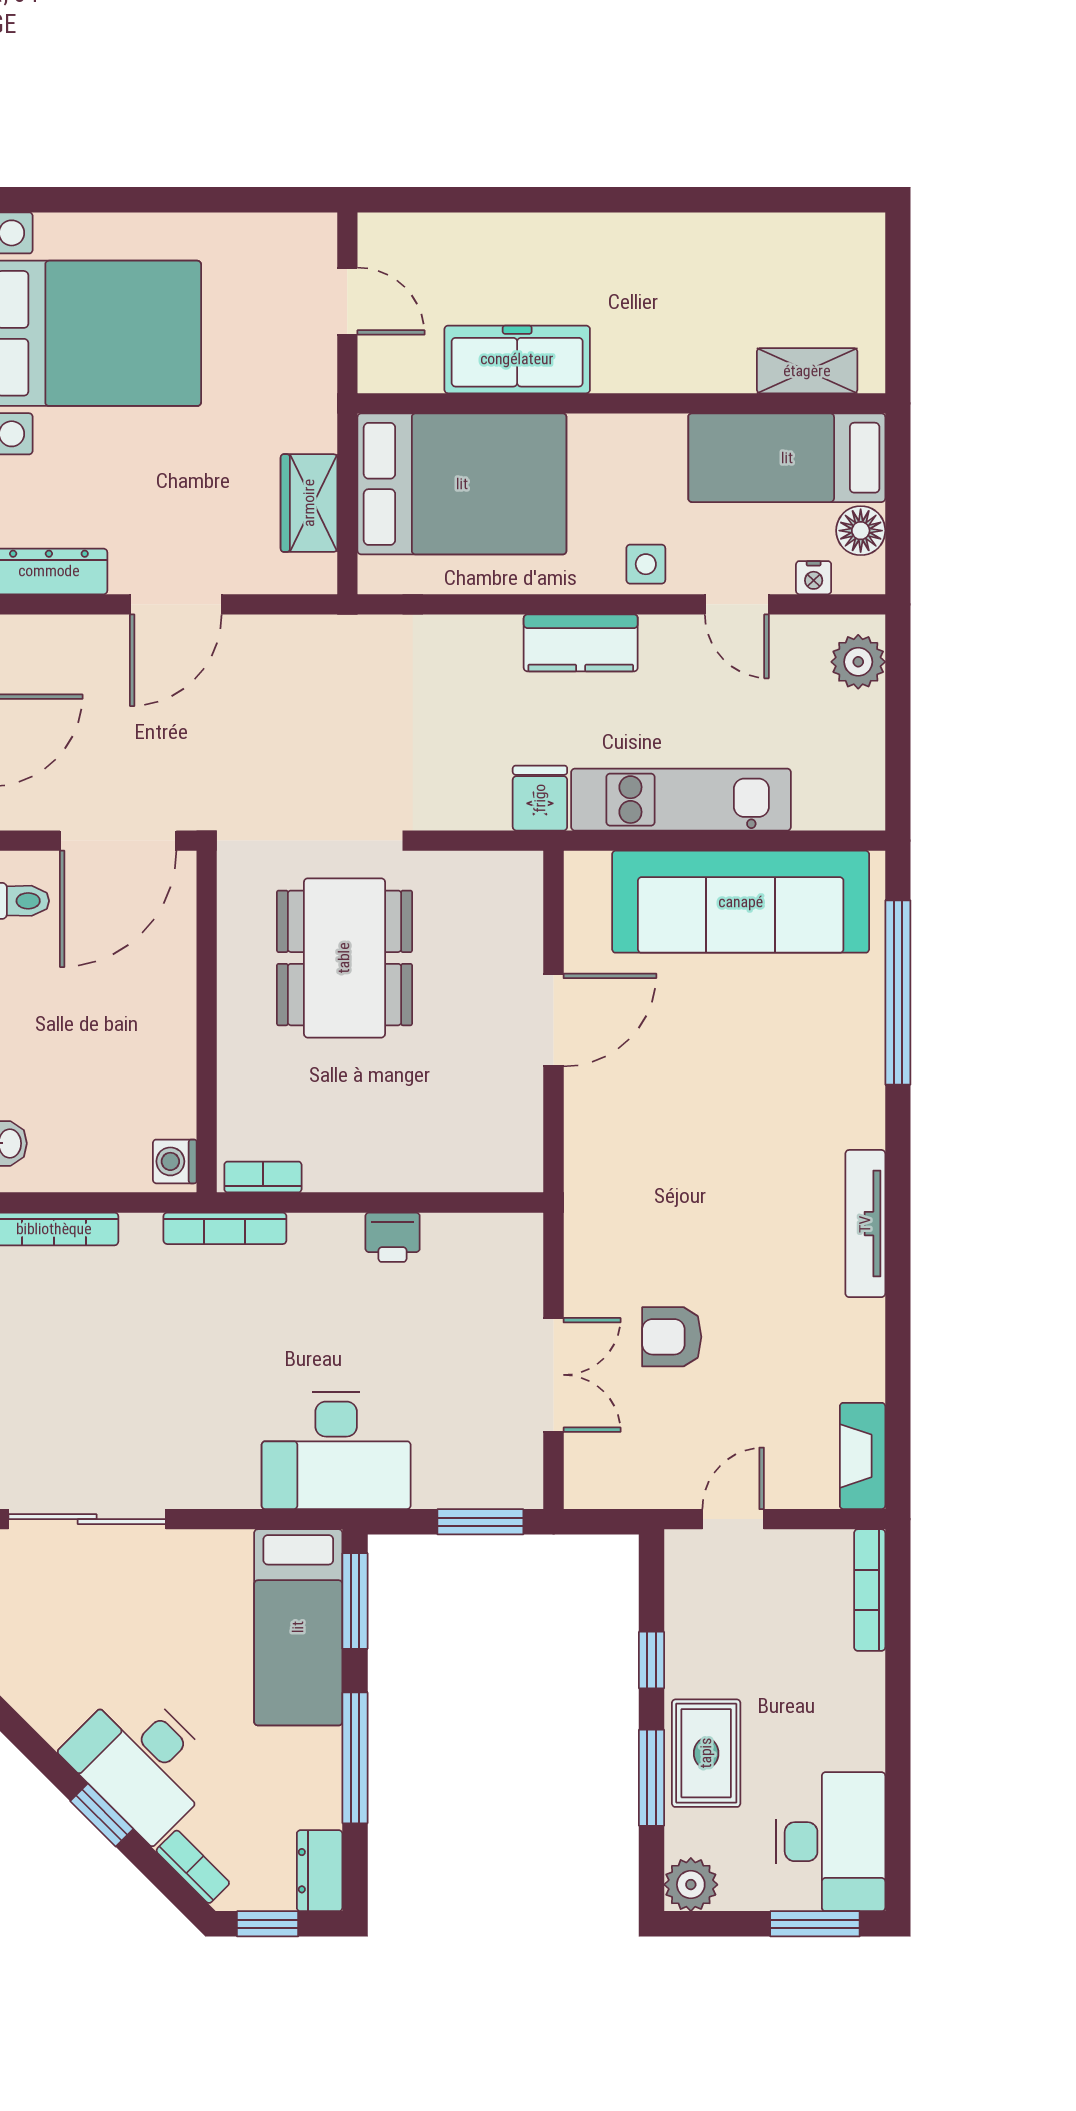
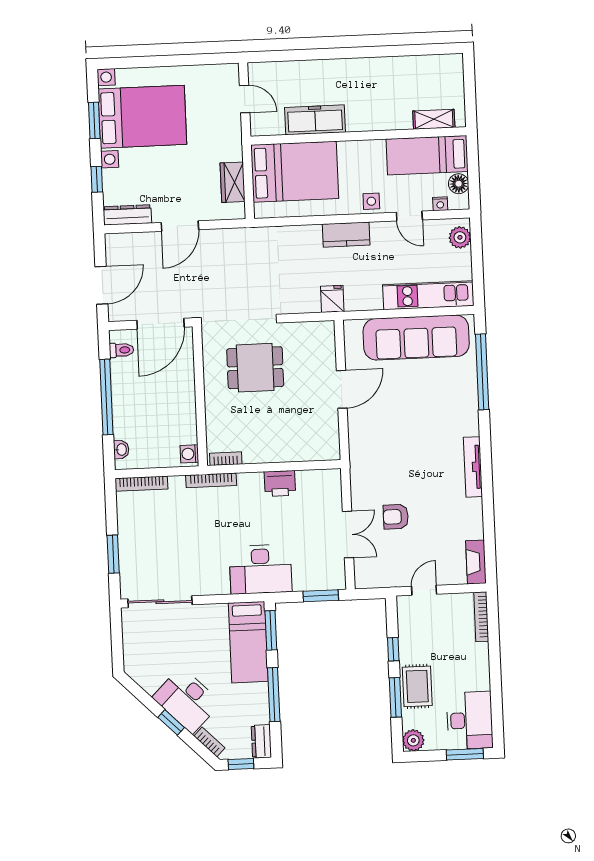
kitchen unit: (681, 800) -> (428, 295), moved
dining table: (344, 958) -> (255, 368), width x0.73
printer: (393, 1237) -> (280, 483), width x1.36, depth x1.24

